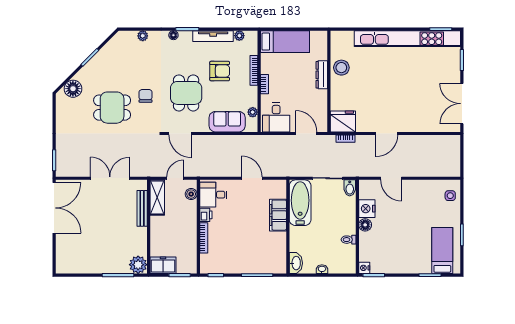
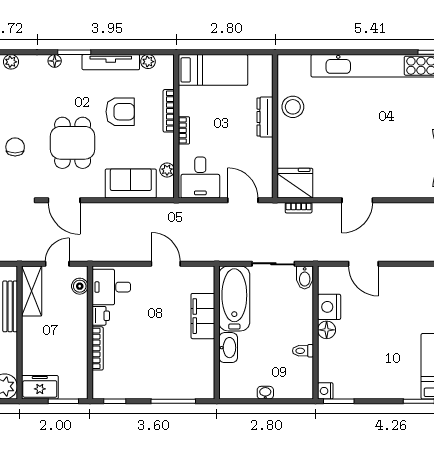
washbasin: (296, 263) -> (228, 348), moved

